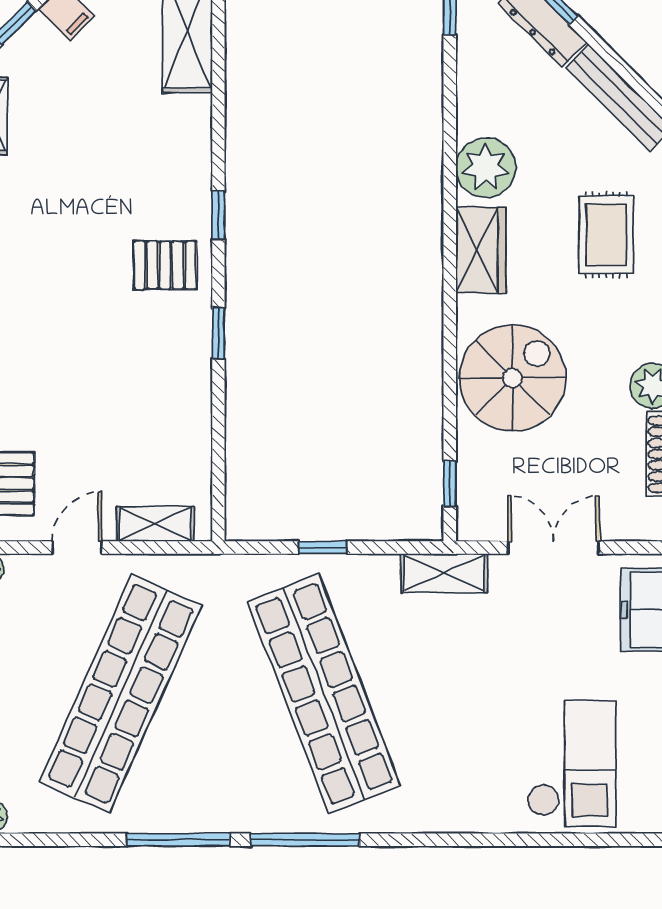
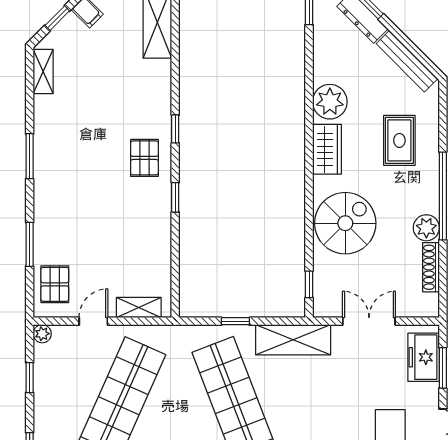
pallet: (165, 265) -> (144, 158), turned 90
shelving: (444, 573) -> (293, 340), width x1.50, depth x1.33

